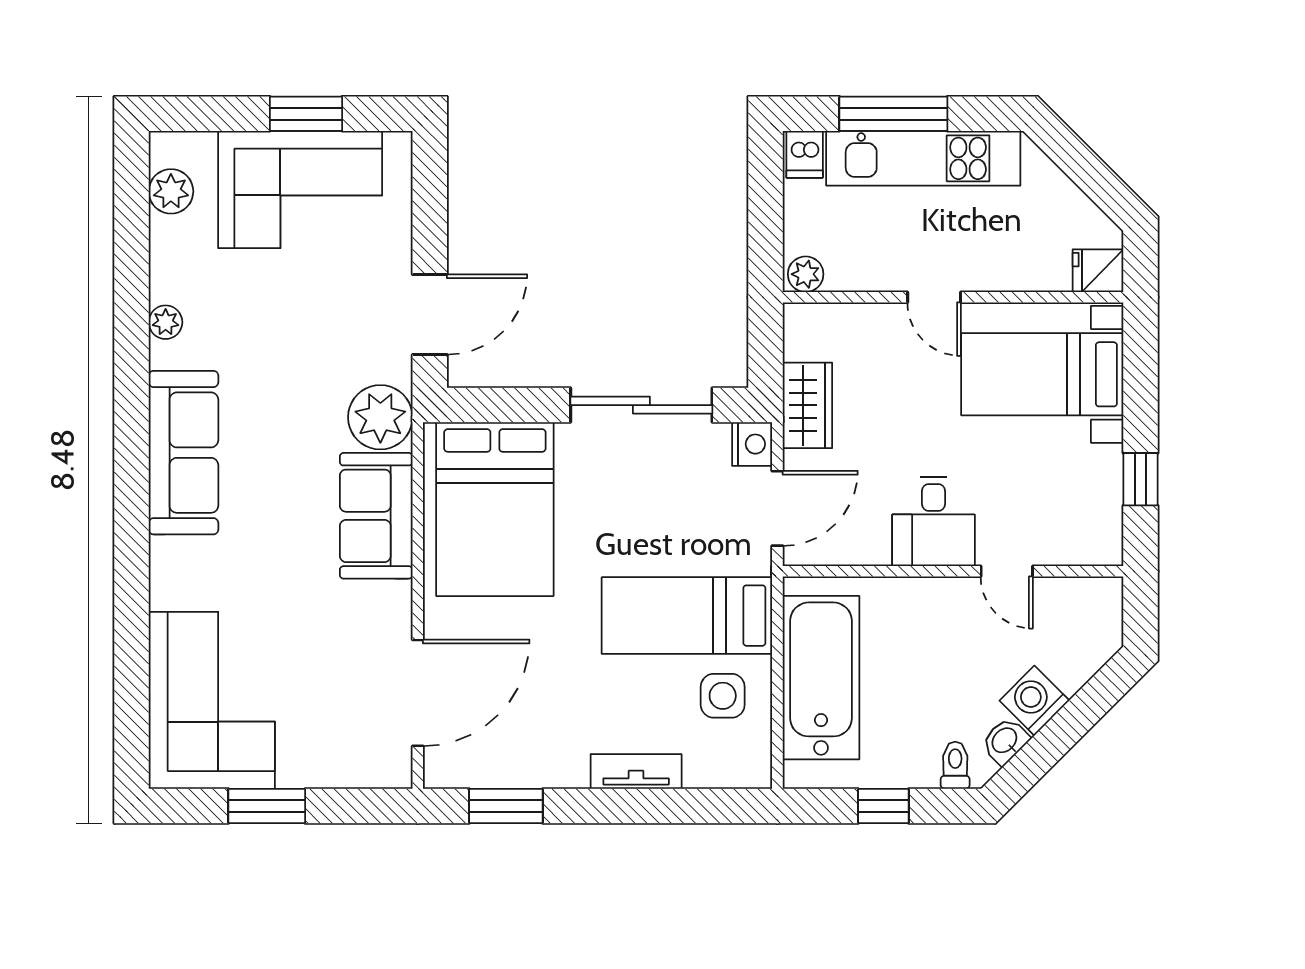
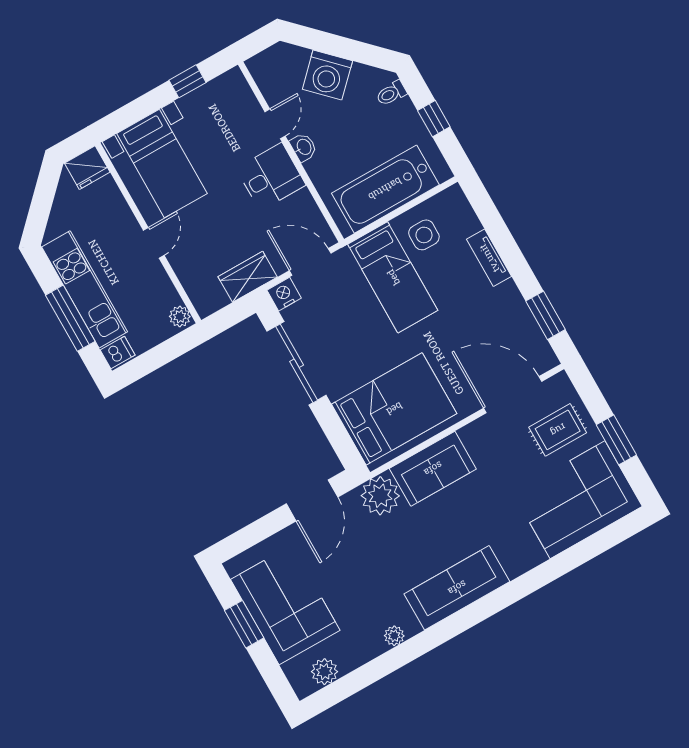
fridge: (1098, 271) -> (87, 168), width x1.38
door: (430, 315) -> (312, 500), swing flipped
washing machine: (1034, 701) -> (327, 75), width x1.37, depth x1.37
rug: (330, 729) -> (558, 430), added
washbasin: (1005, 741) -> (304, 147), moved, turned -135

